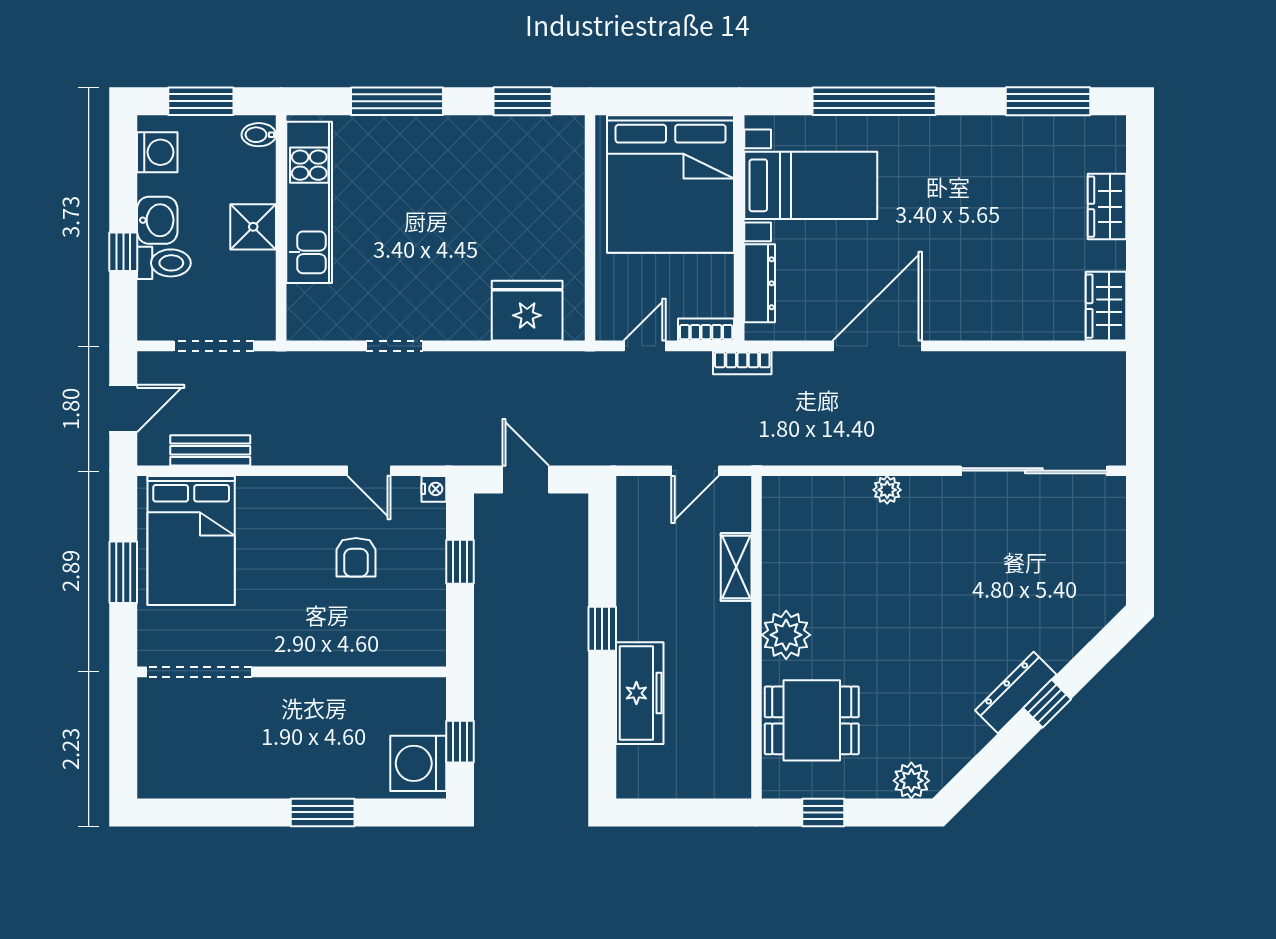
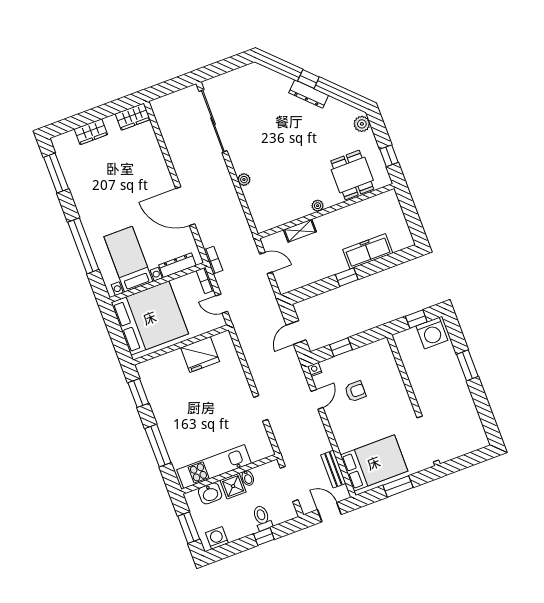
bidet: (259, 135) -> (248, 478), moved
washbasin: (157, 220) -> (210, 493), moved, turned 180
fridge: (527, 311) -> (200, 355), moved, turned -90
plant: (786, 635) -> (318, 206), width x0.53, depth x0.53

